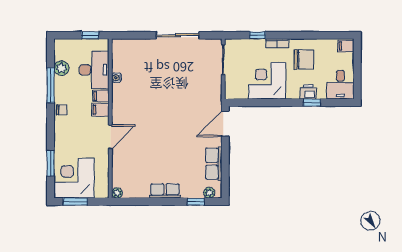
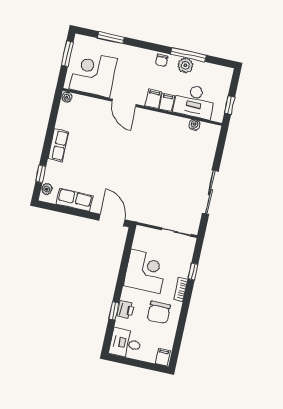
plant: (61, 68) -> (185, 65), moved
water cooler: (117, 78) -> (194, 125), moved
corner desk: (74, 178) -> (93, 74), moved, turned -90

